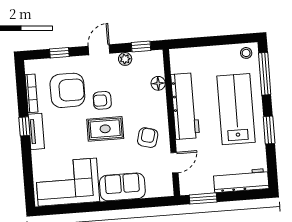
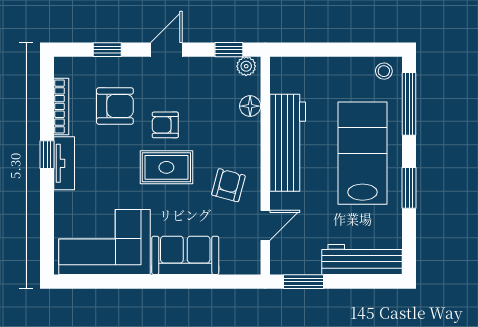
plant: (125, 59) -> (246, 66), moved
armchair: (67, 90) -> (115, 106), width x0.73, depth x0.73

